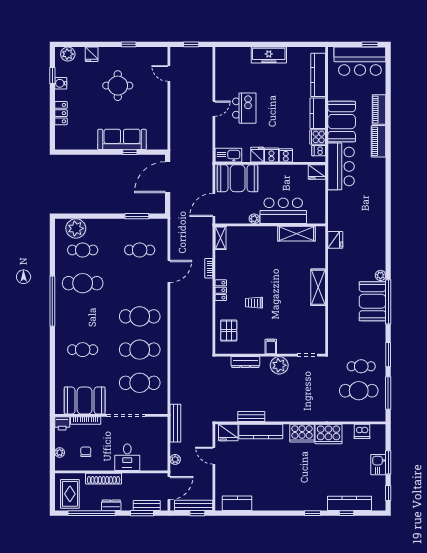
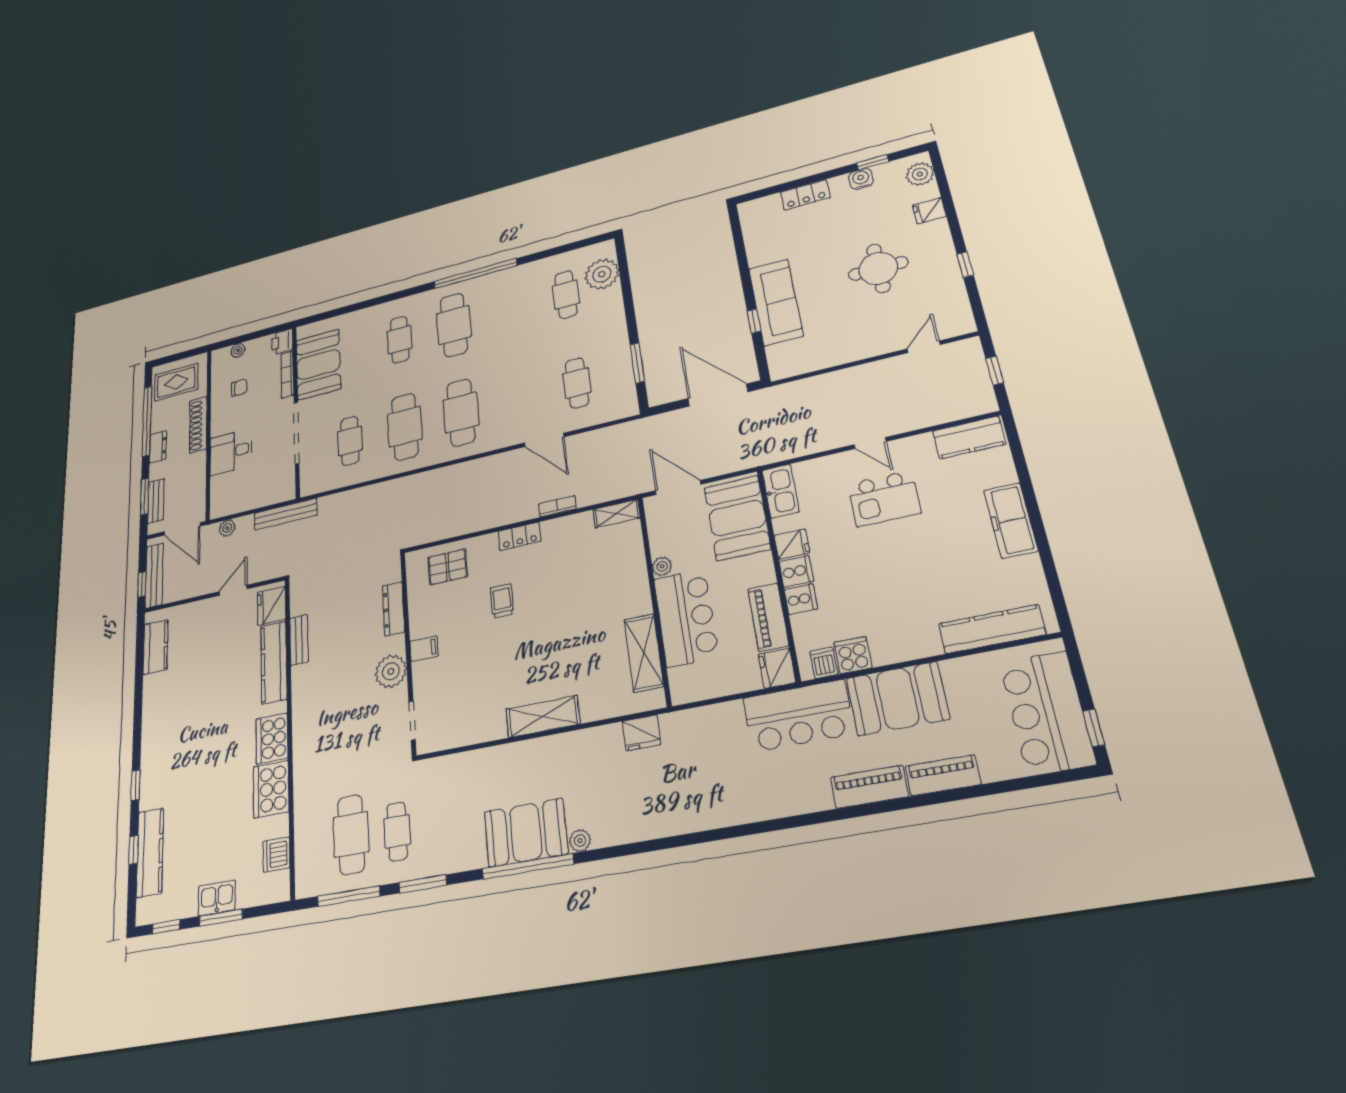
kitchen counter: (318, 113) -> (969, 438), moved, turned 180
piano: (291, 172) -> (768, 617), added
cafe table: (83, 283) -> (454, 325), moved
cafe table: (140, 383) -> (350, 441), width x0.73, depth x0.74

